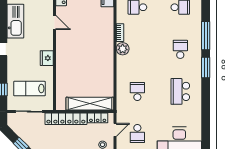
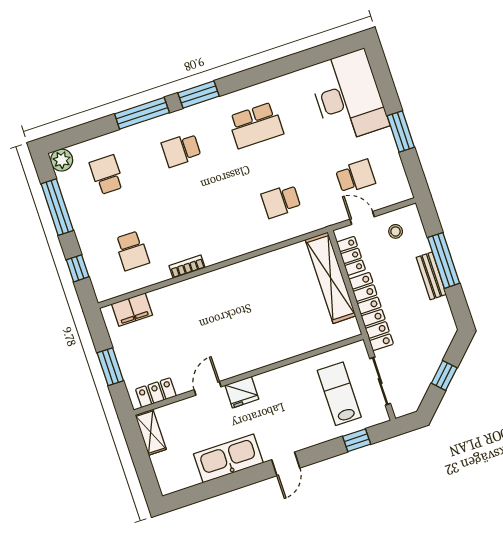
plant: (123, 49) -> (214, 252), removed
fridge: (47, 58) -> (242, 392), moved
lab bench: (29, 89) -> (339, 394), turned 180

